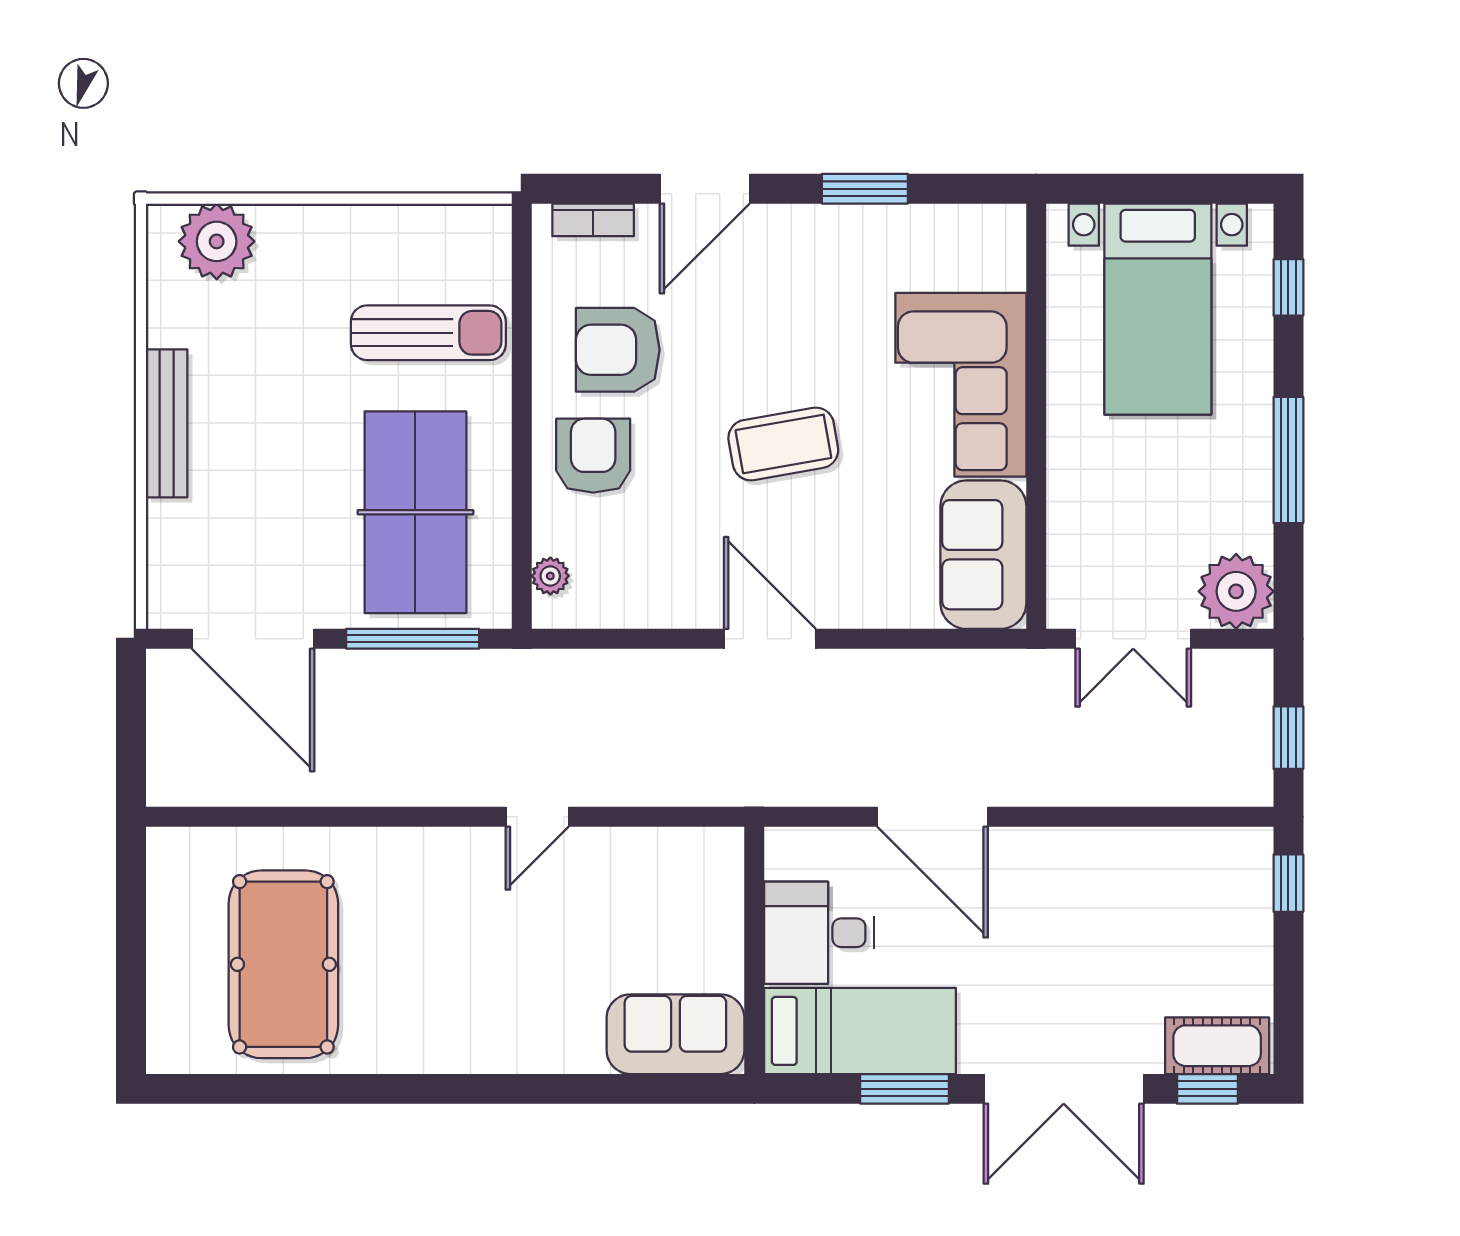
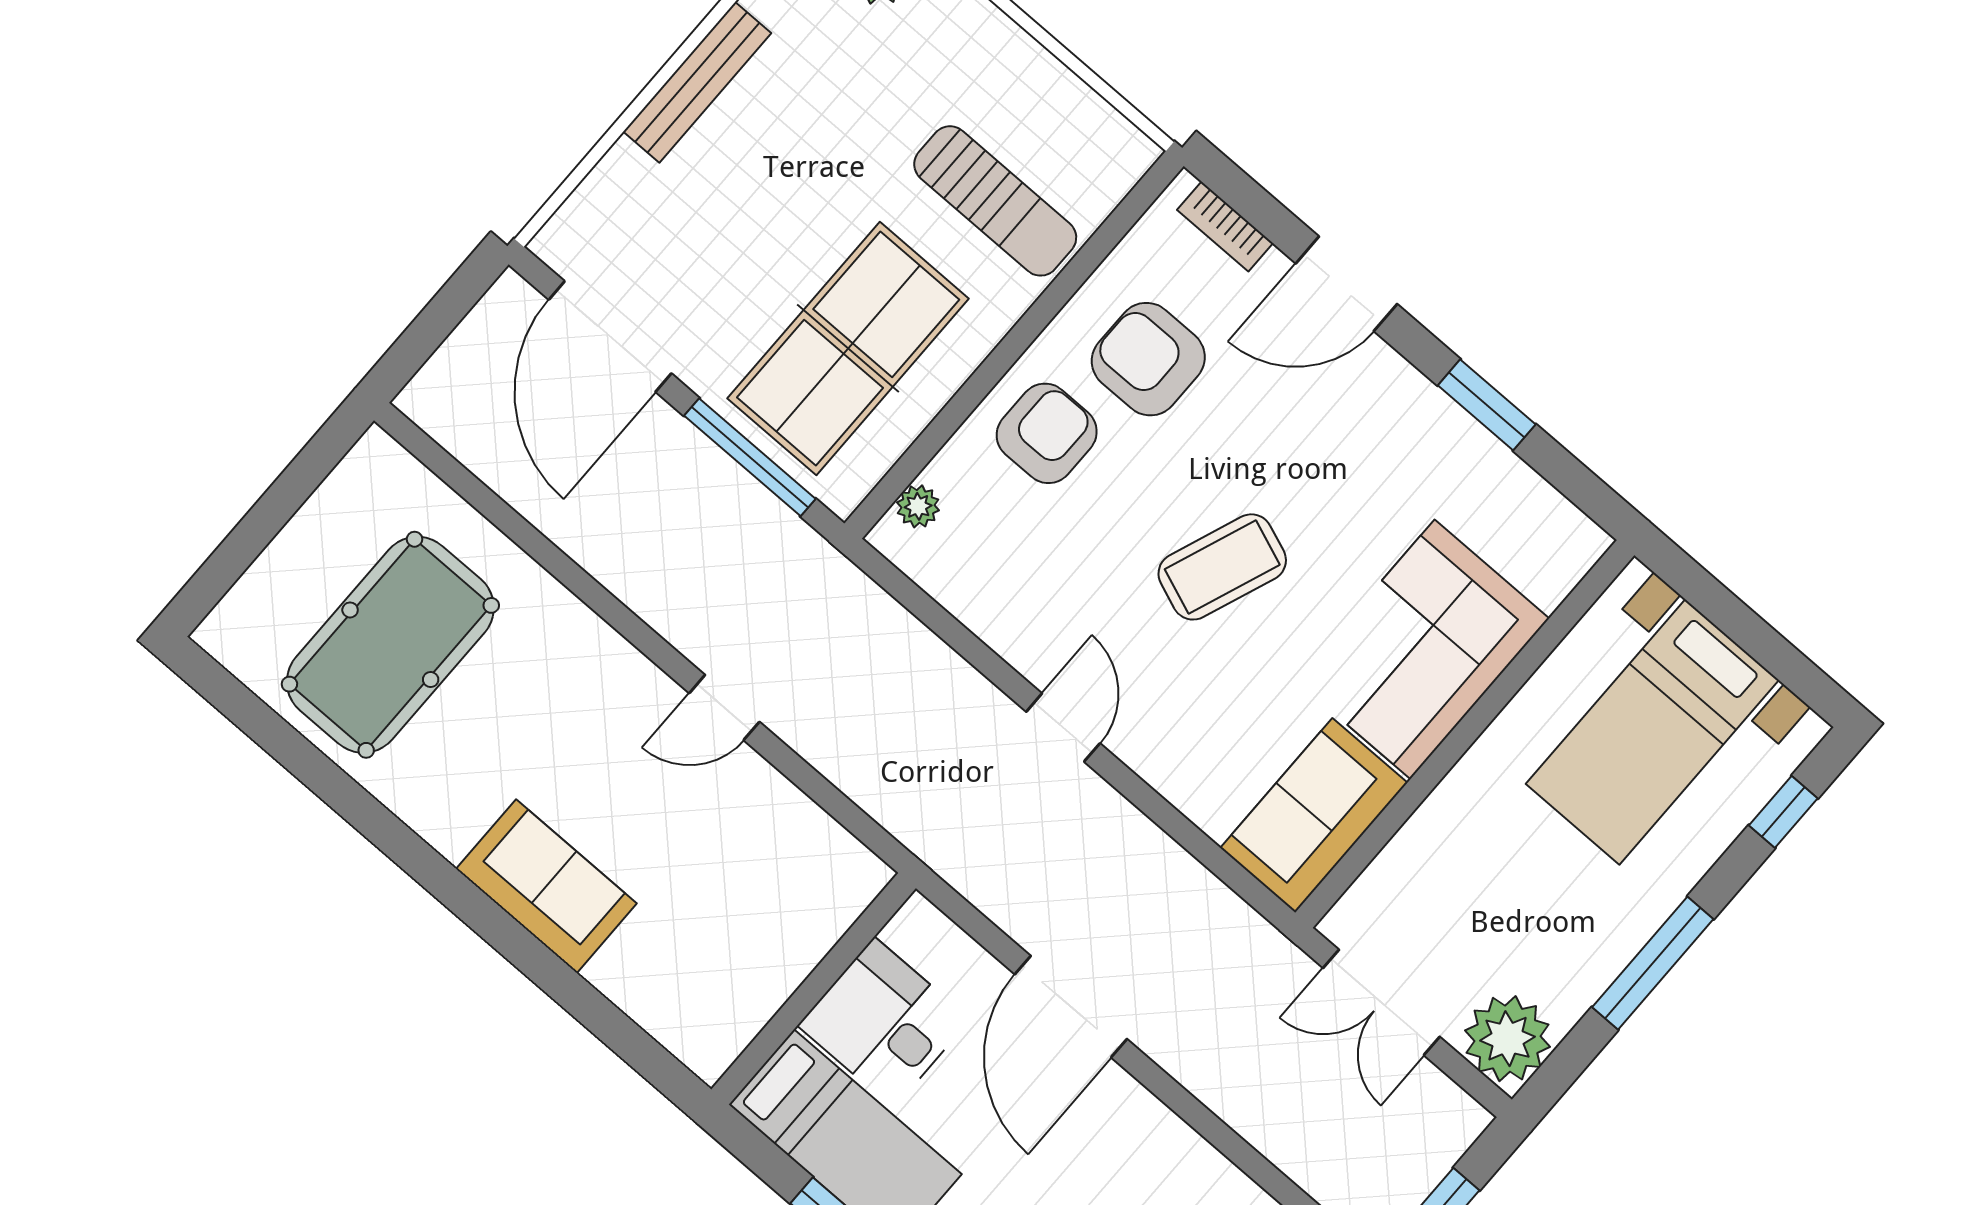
coffee table: (783, 444) -> (1222, 567), turned -59
door: (770, 639) -> (1063, 728), width x0.73
sofa: (675, 1034) -> (546, 886), moved

